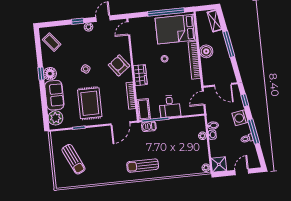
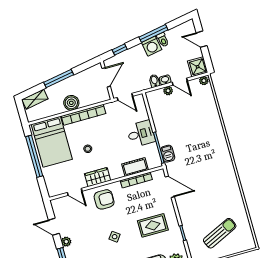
door: (128, 28) -> (75, 192), moved
armchair: (119, 65) -> (104, 199), turned -143
wardrobe: (140, 75) -> (98, 177), moved
rug: (90, 103) -> (153, 225), width x0.73, depth x0.70
cot: (144, 109) -> (135, 167), moved
washing machine: (240, 118) -> (152, 46), moved
door: (209, 147) -> (180, 82), added
sun lounger: (143, 166) -> (214, 153), removed

